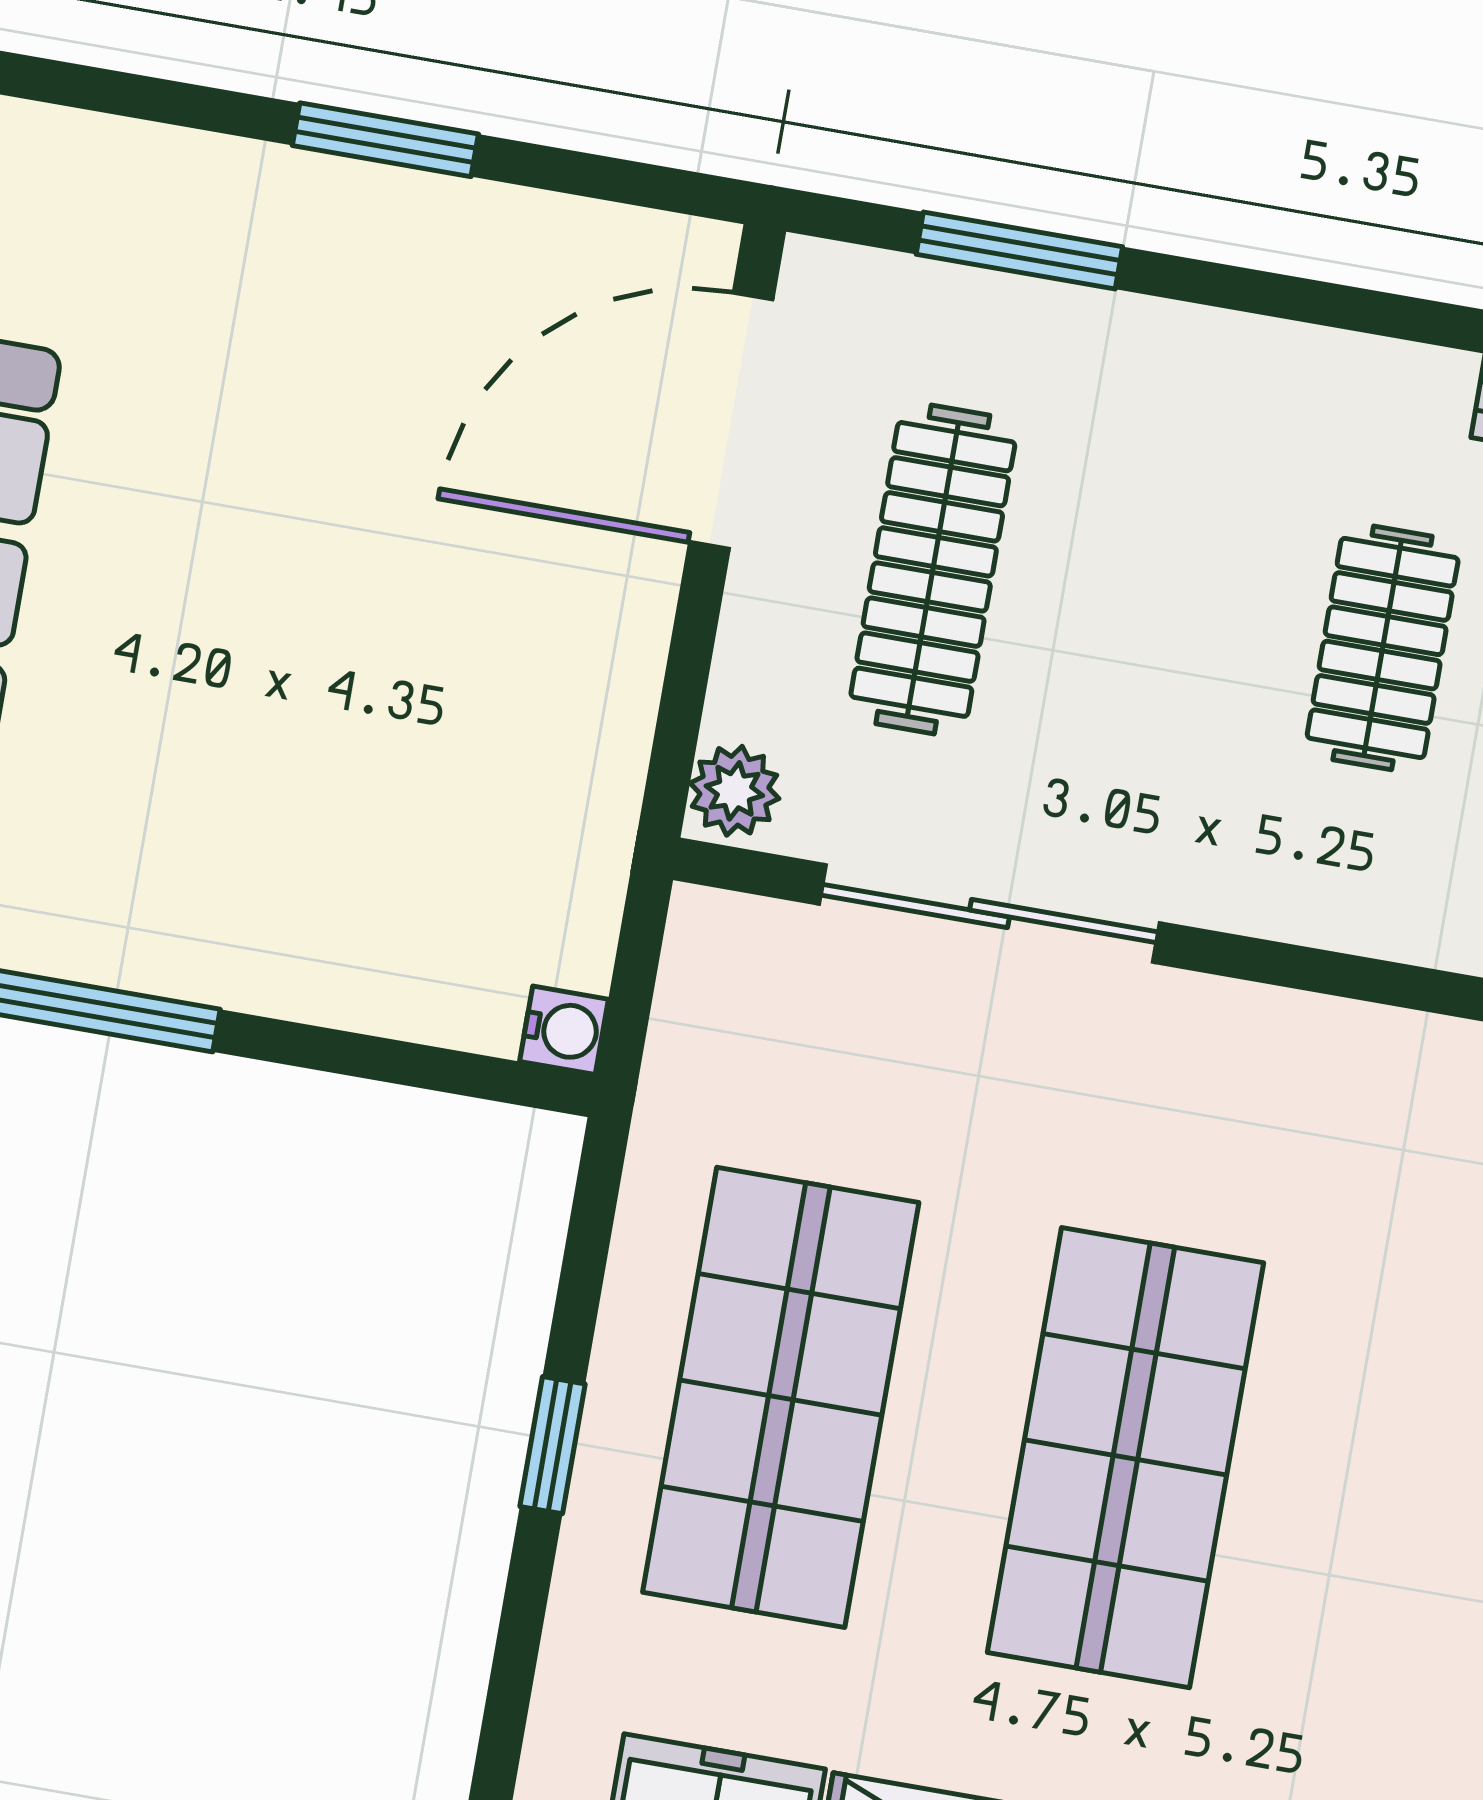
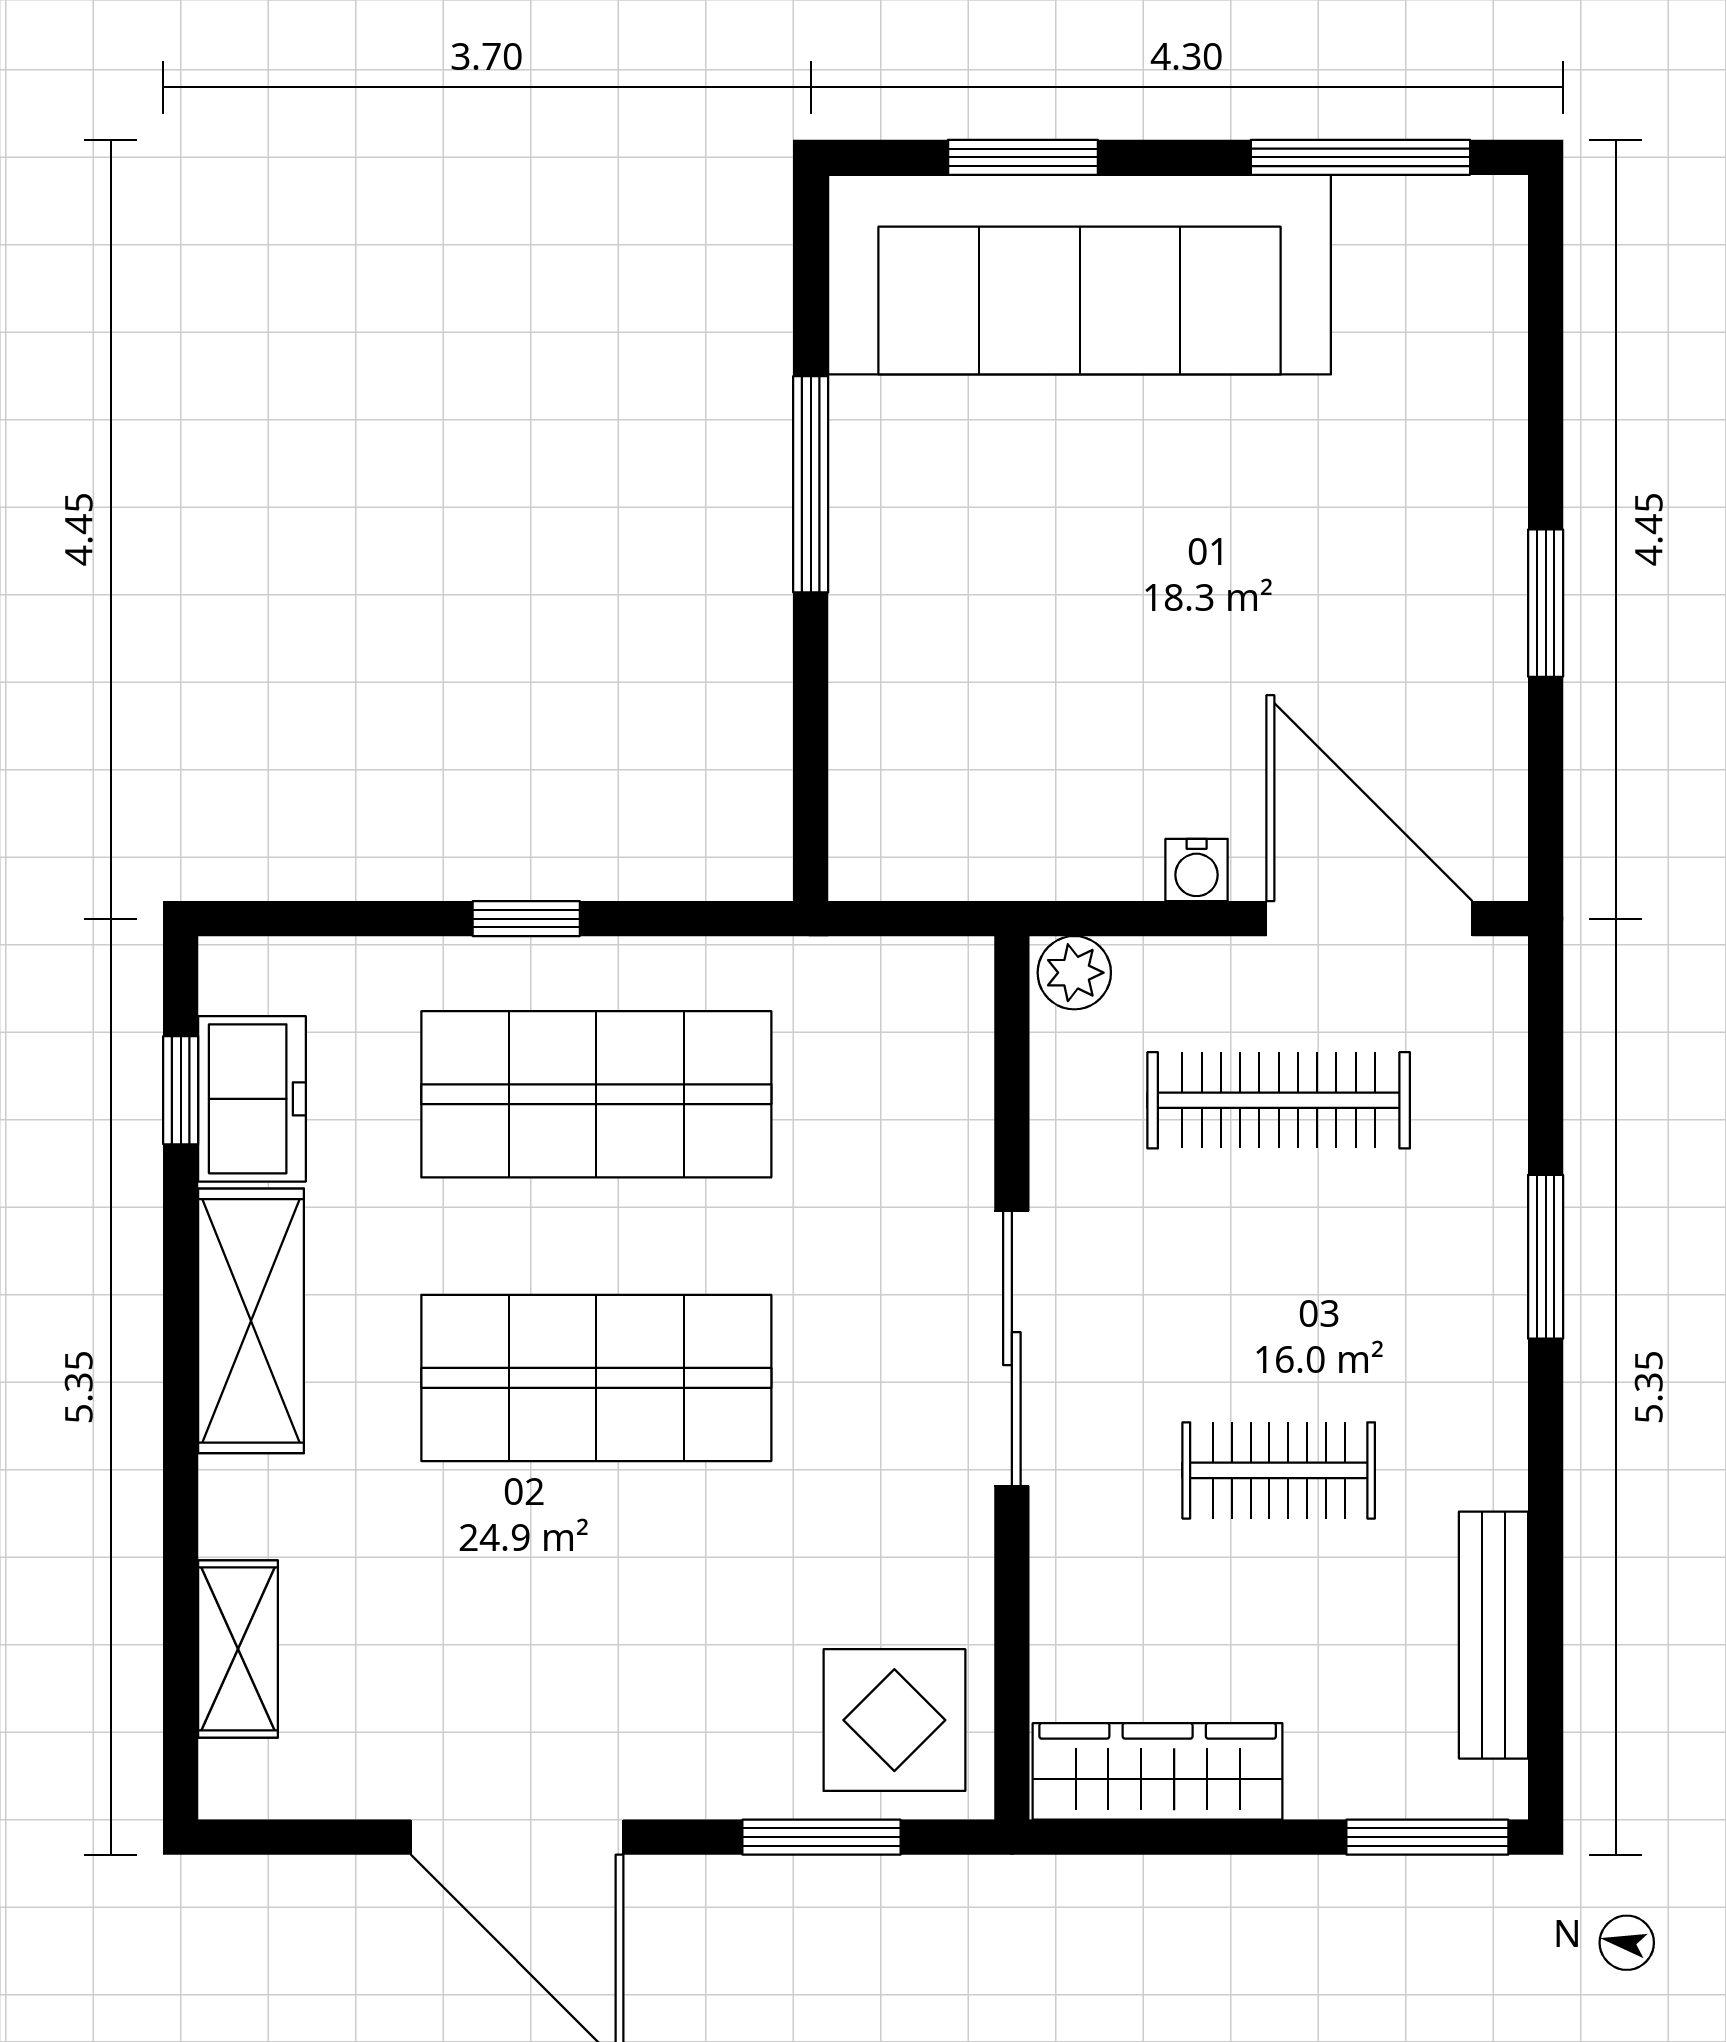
window: (1019, 250) -> (1546, 1257), moved
sliding door: (990, 913) -> (1012, 1349), moved
water cooler: (564, 1030) -> (1197, 870), moved

